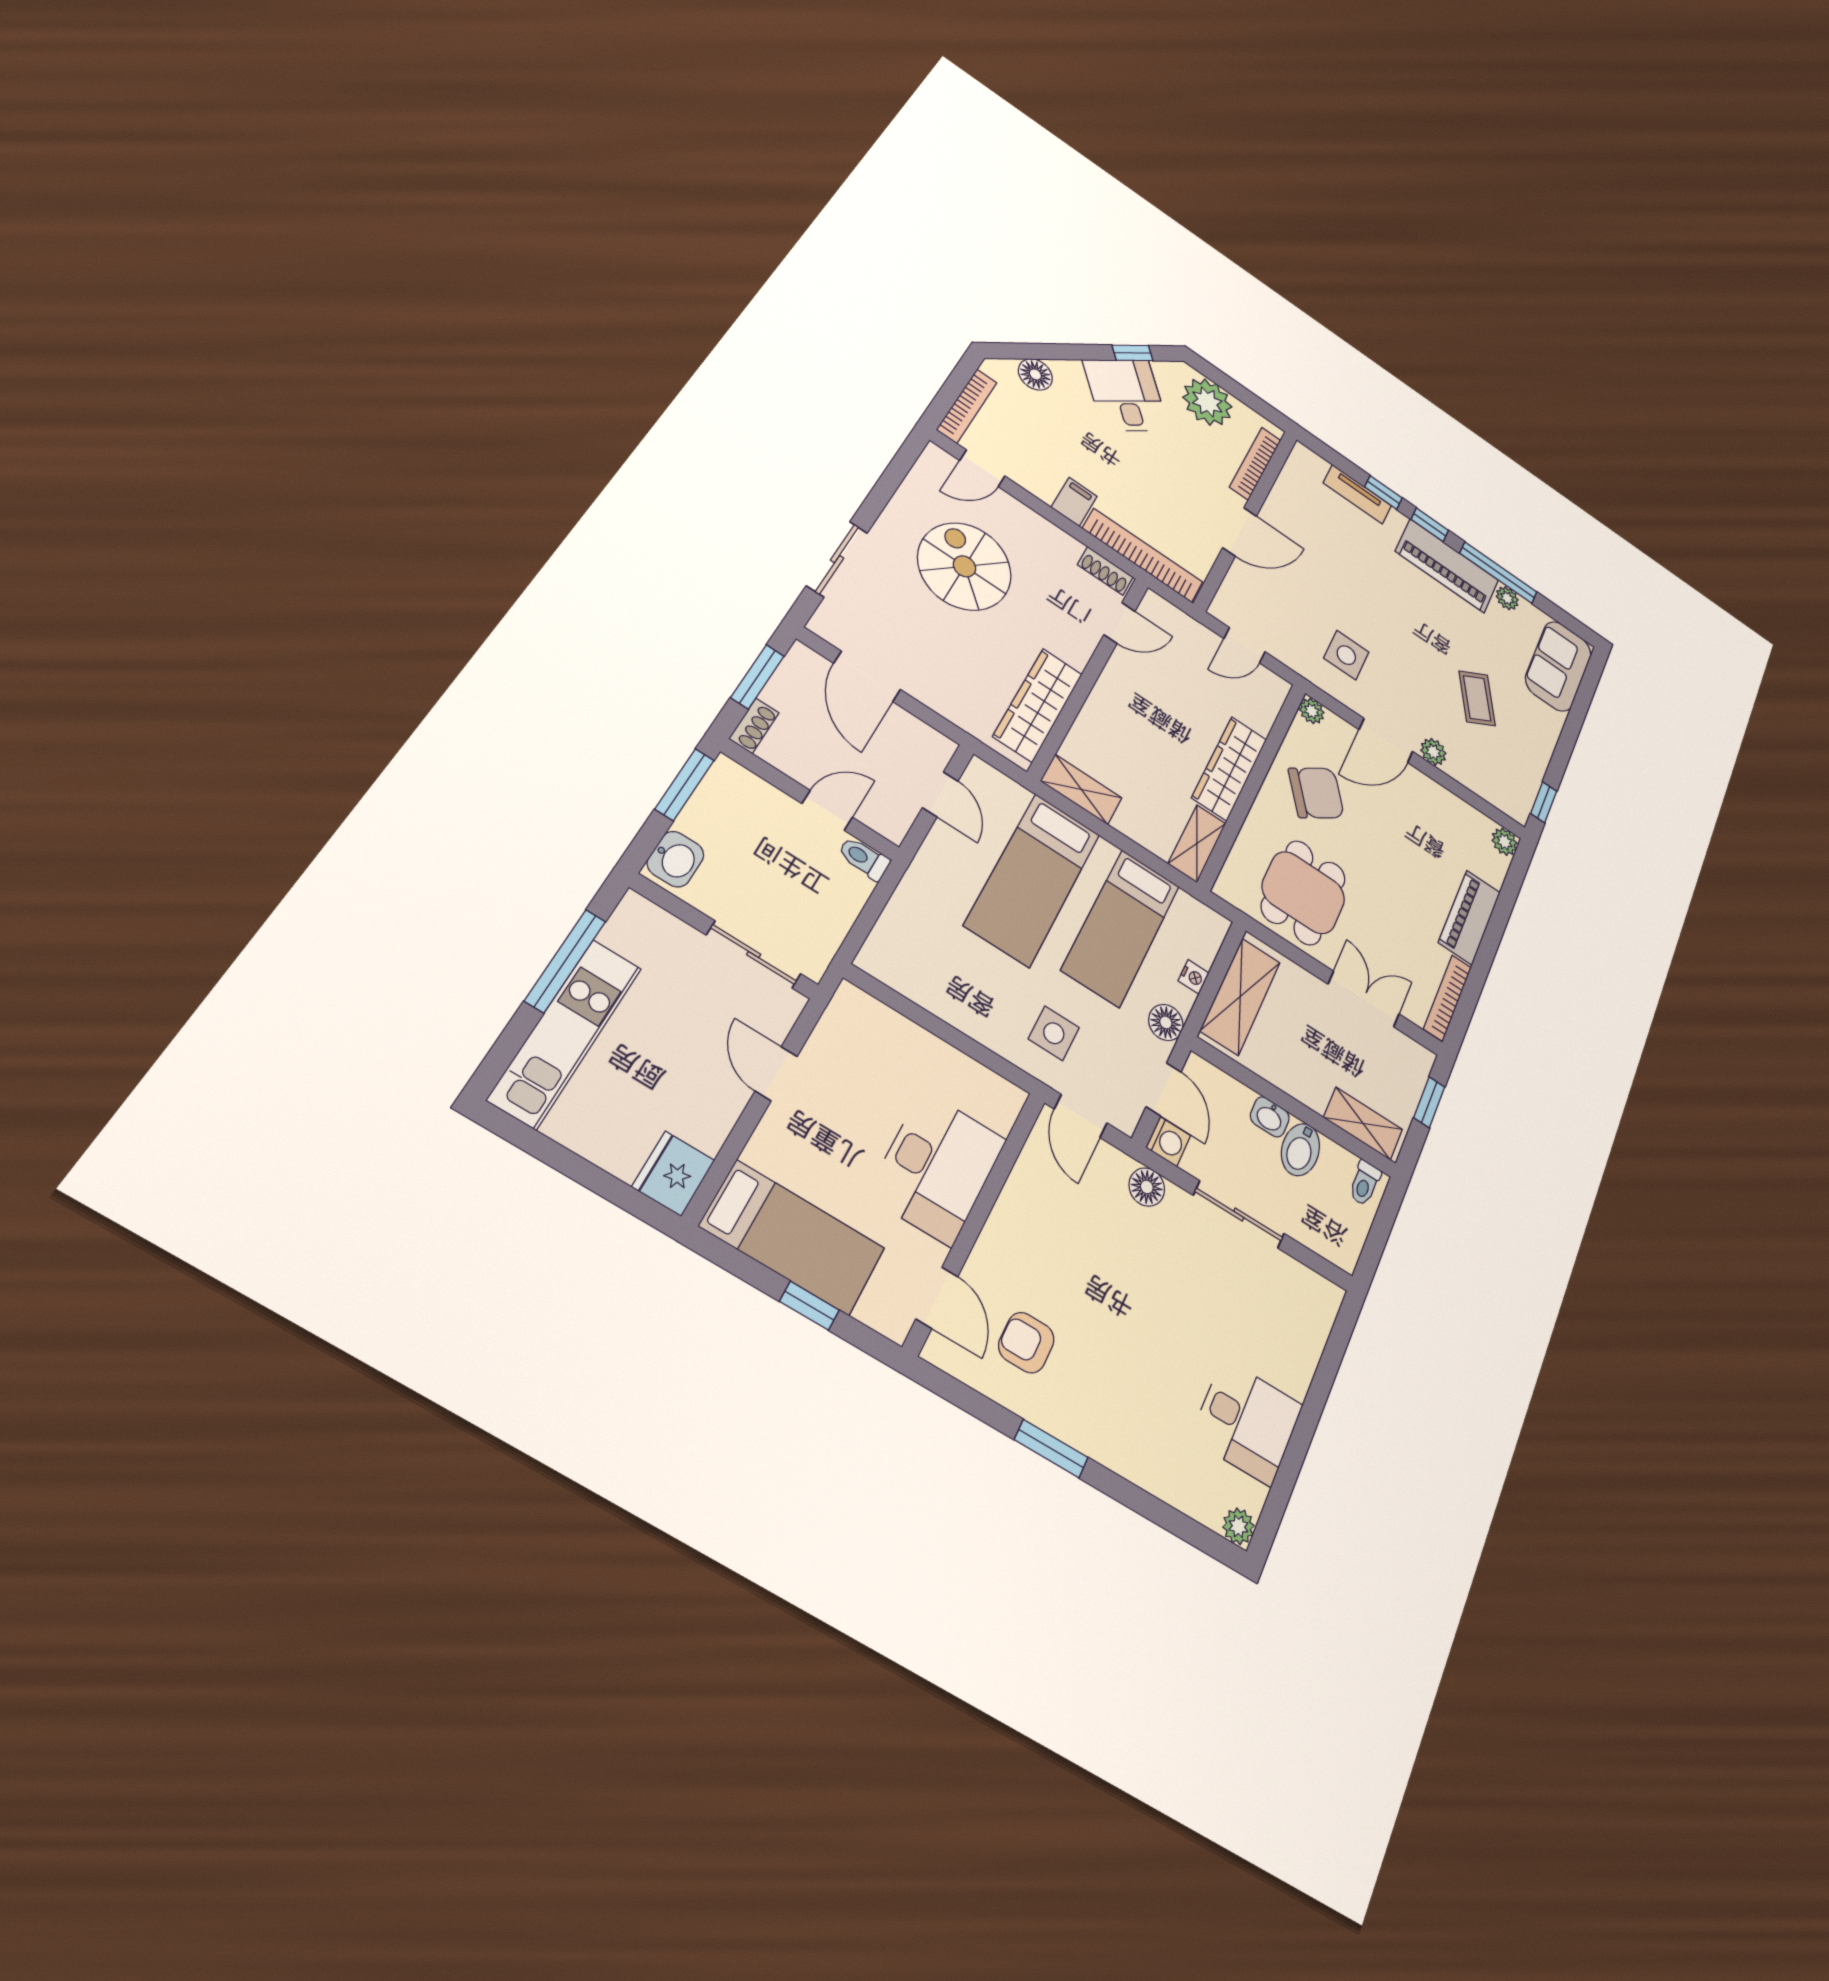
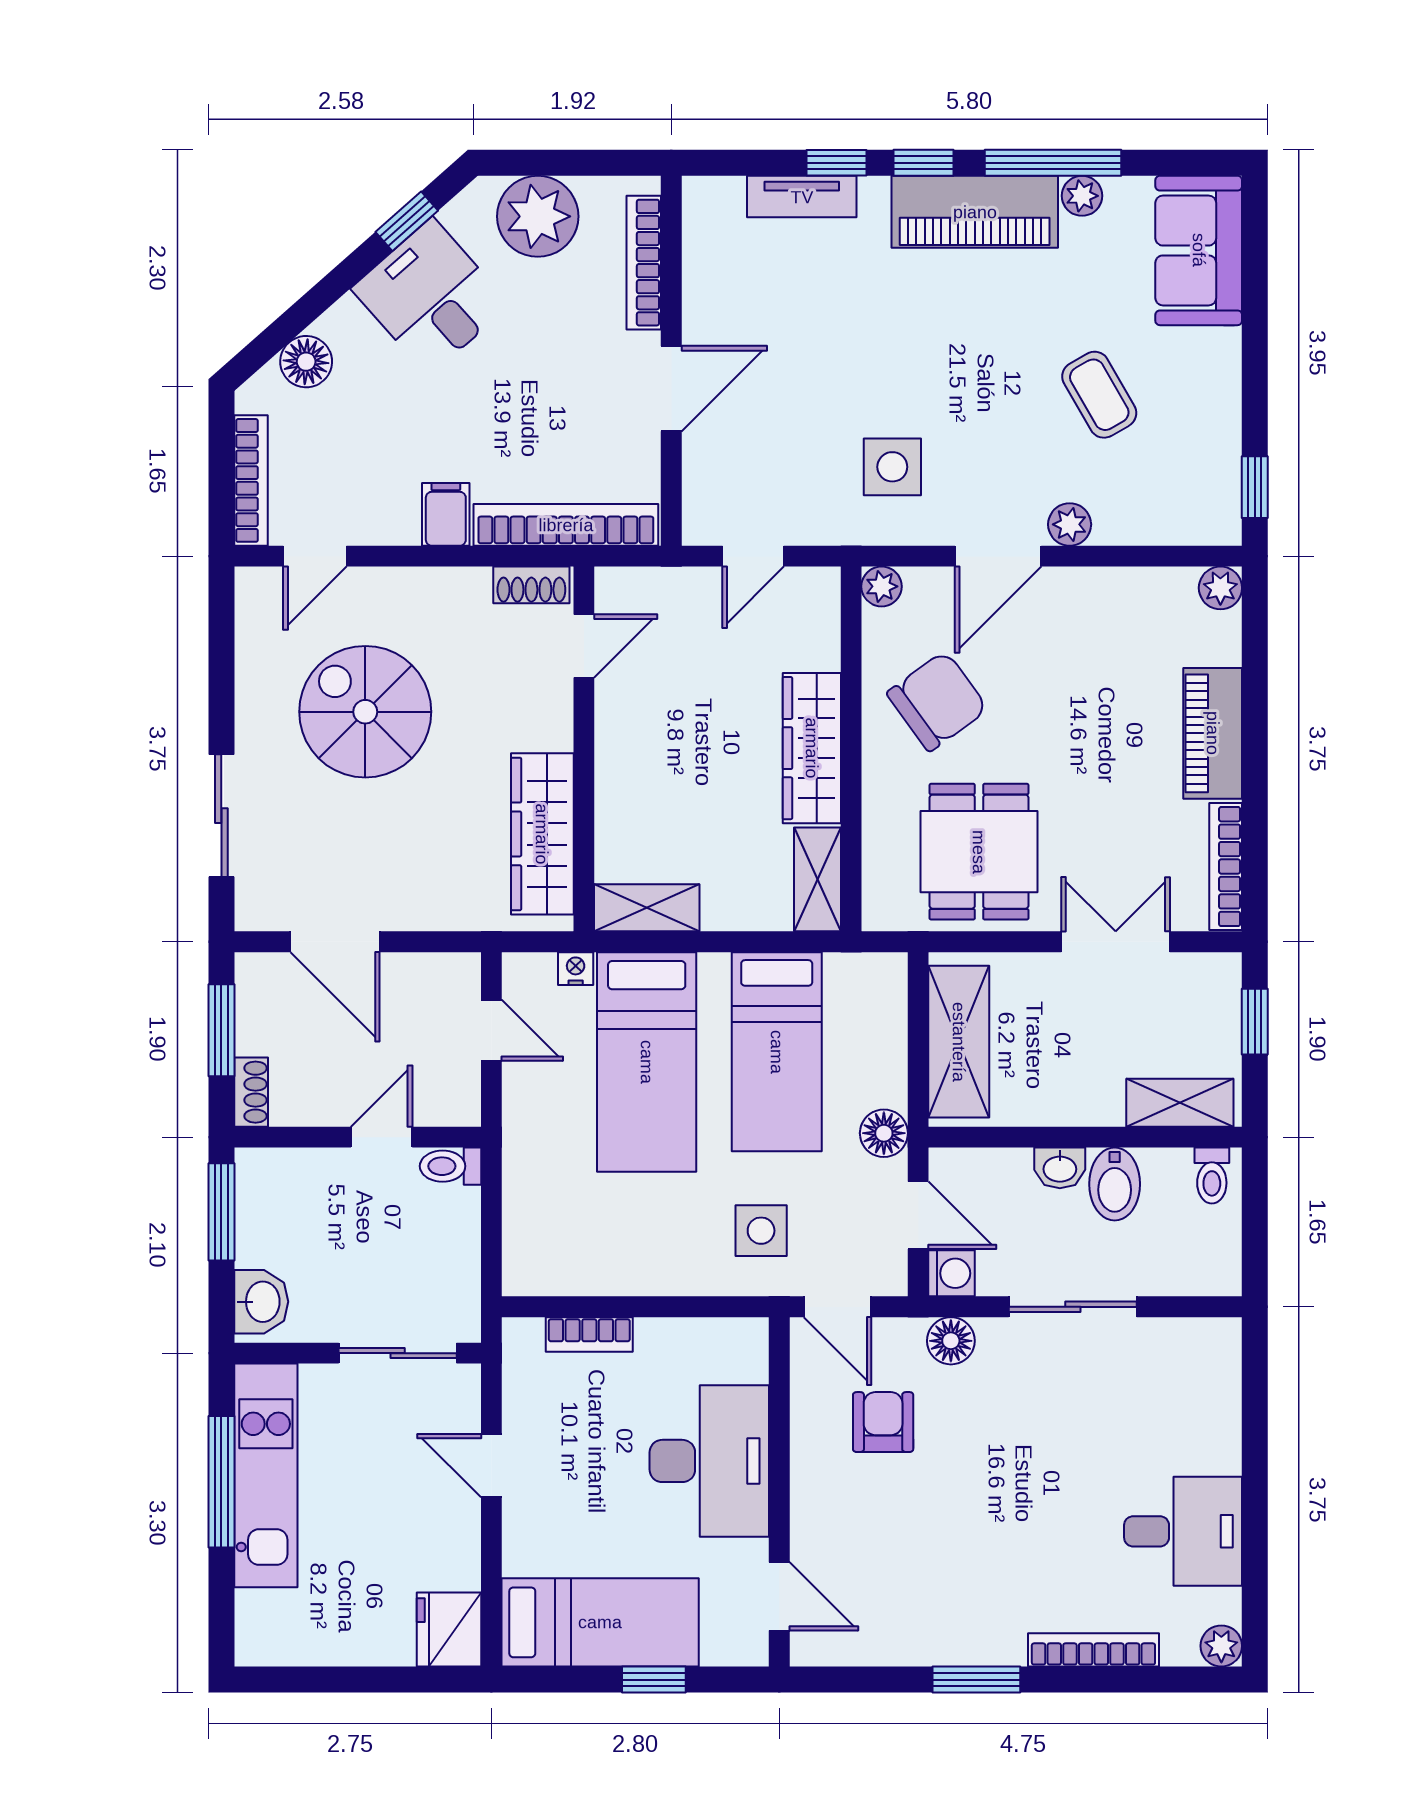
nightstand: (1194, 977) -> (576, 969), moved, turned -90
bookcase: (899, 1027) -> (589, 1334), added
kitchen unit: (565, 1033) -> (266, 1475), moved
armchair: (1026, 1343) -> (883, 1422), moved, turned 90
bookcase: (1146, 1476) -> (1093, 1650), added

